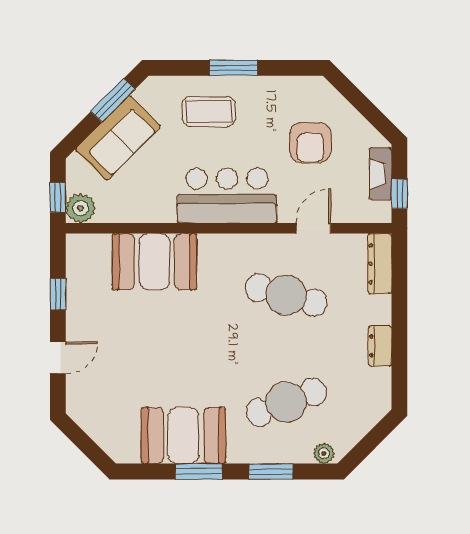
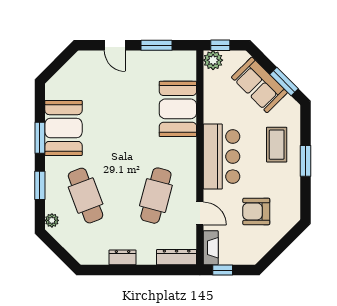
fireplace: (381, 174) -> (211, 248), moved, turned 90
window: (58, 294) -> (156, 45), width x1.50

